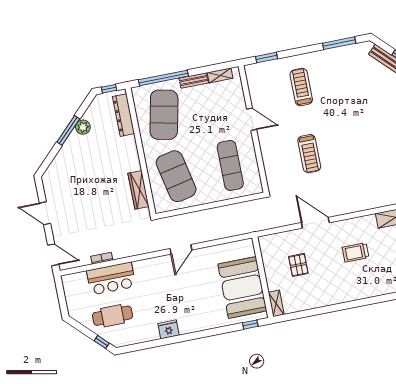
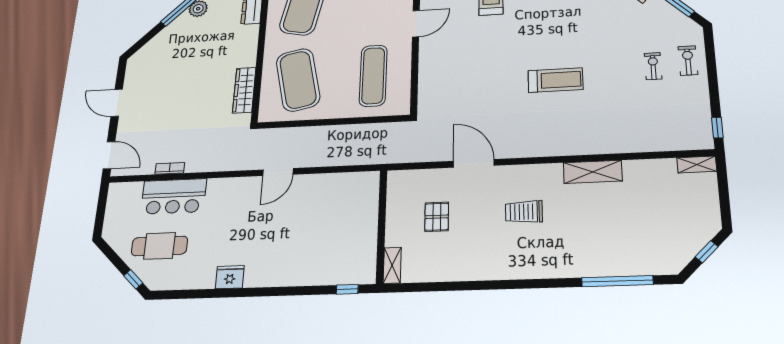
door: (252, 119) -> (416, 24), hinge flipped
treadmill: (309, 154) -> (556, 80), moved, turned -90
booth: (242, 287) -> (349, 236), removed

